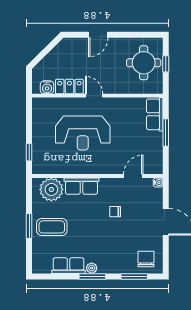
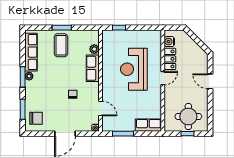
window: (166, 133) -> (123, 134), moved
plant: (51, 189) -> (94, 49), width x0.53, depth x0.53
row of seats: (68, 266) -> (31, 52), width x1.48

